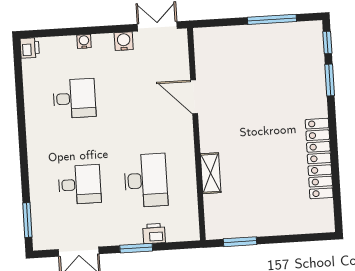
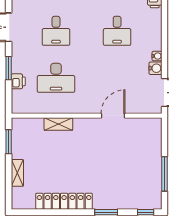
water cooler: (84, 41) -> (157, 56), moved
window: (330, 80) -> (106, 212), moved
shelving: (283, 227) -> (17, 173), added

